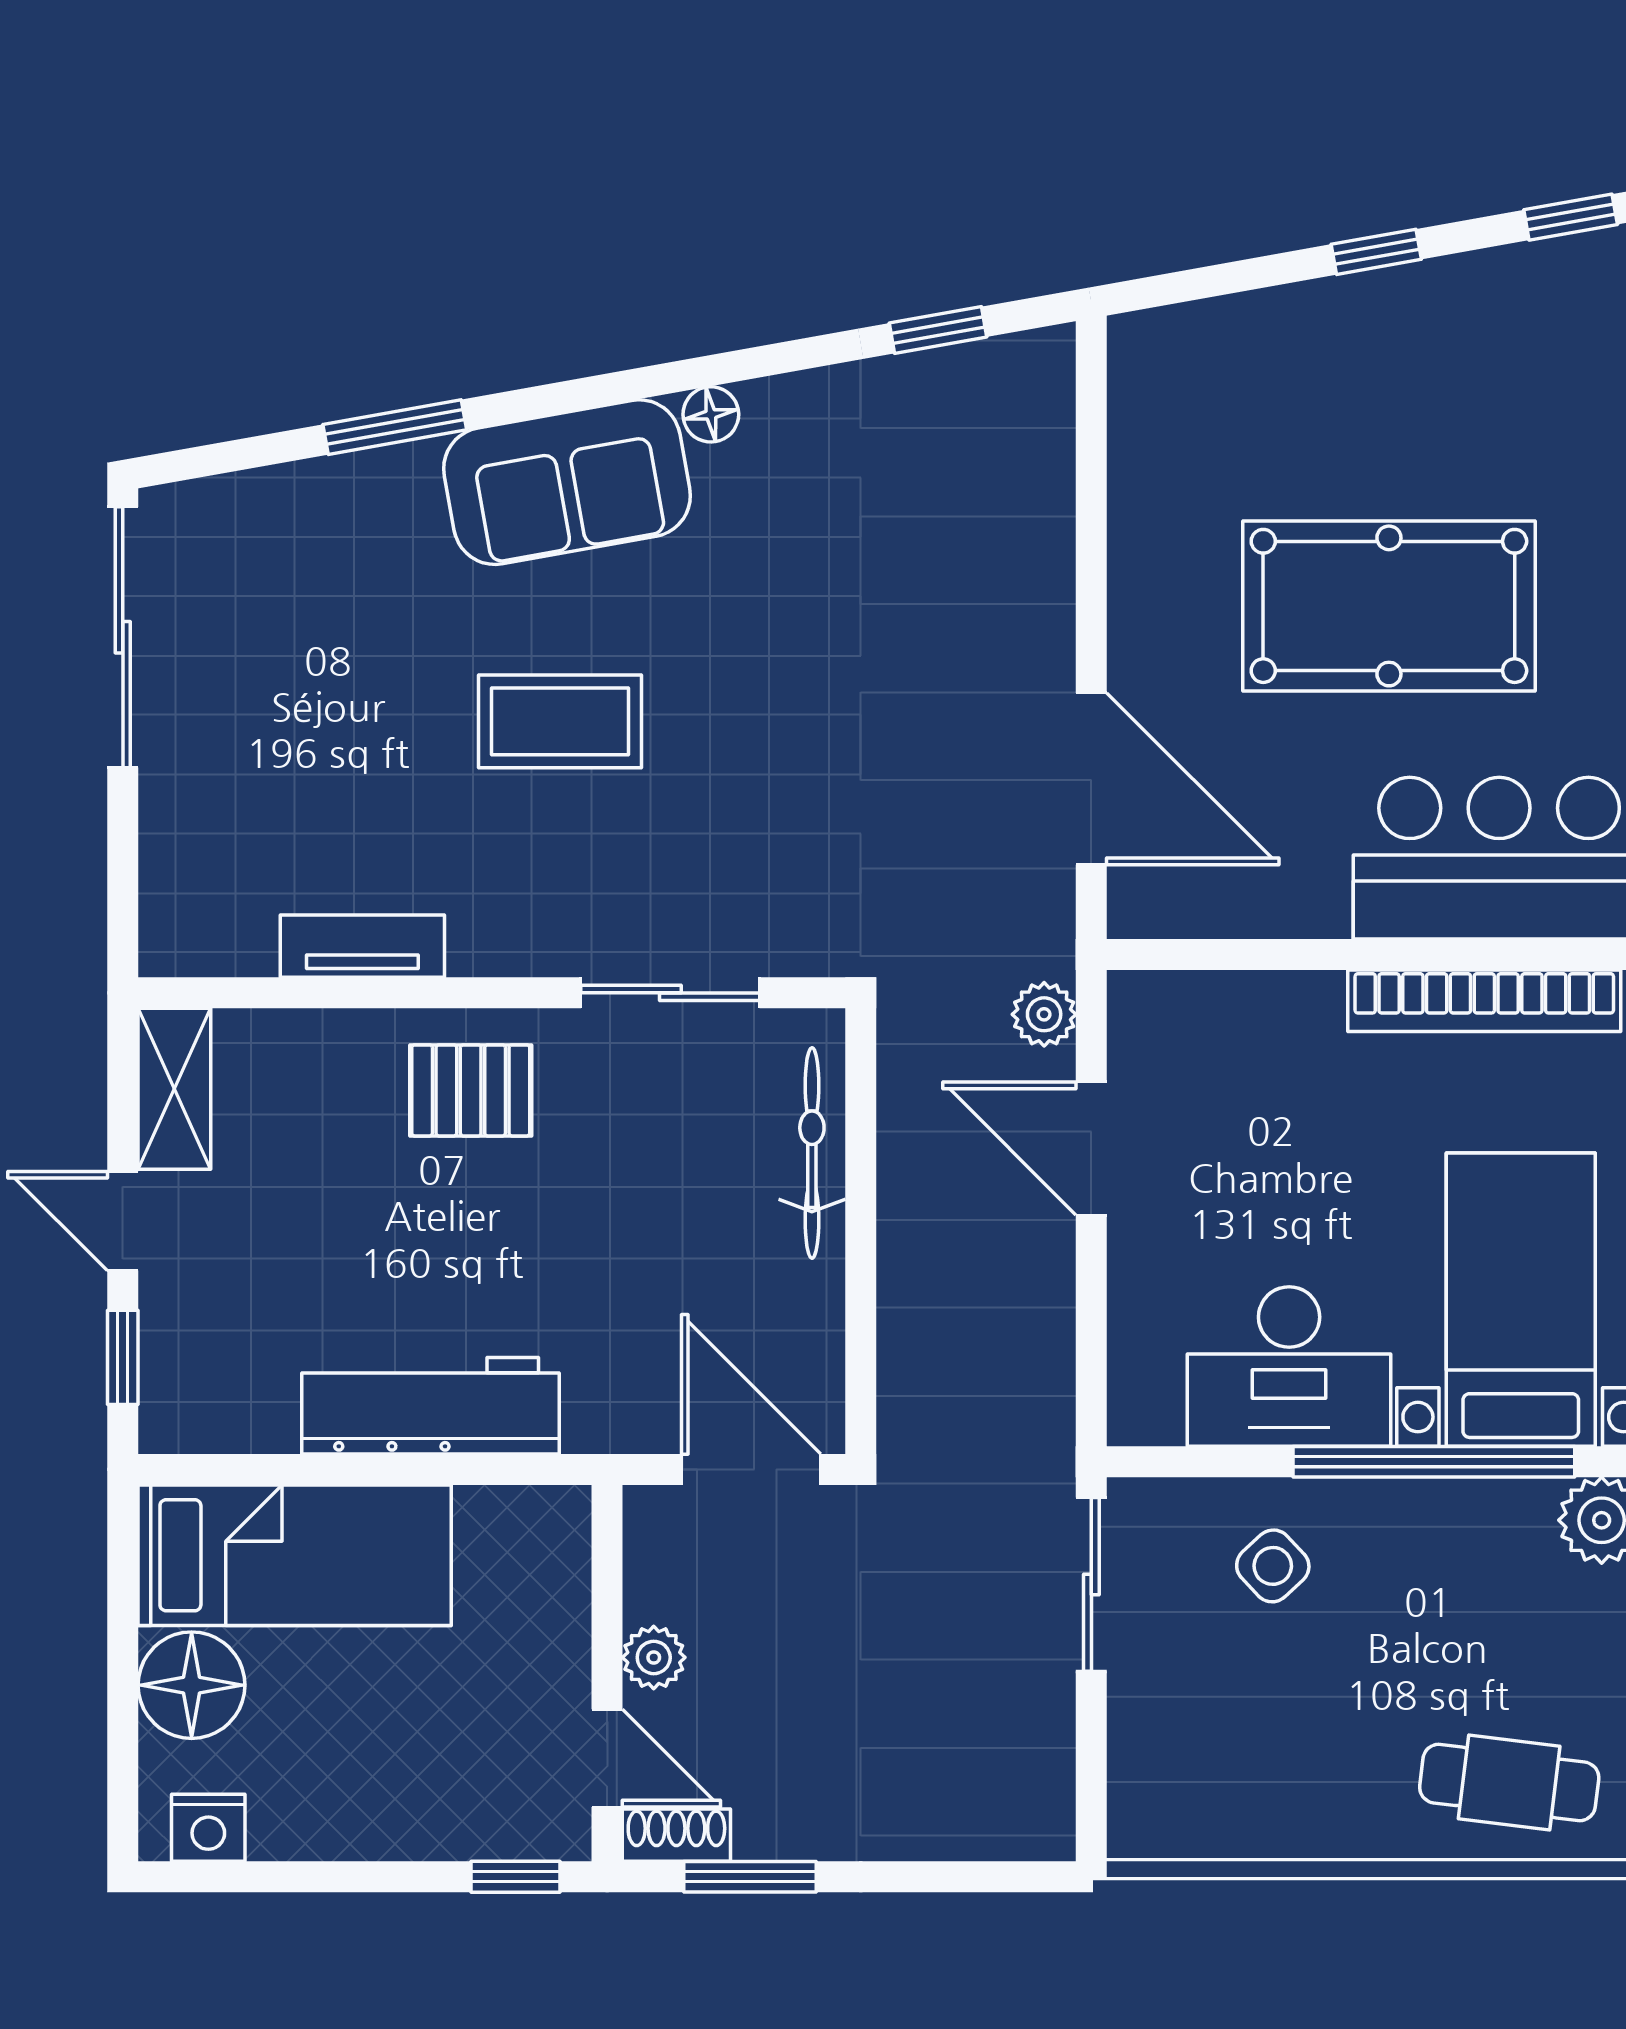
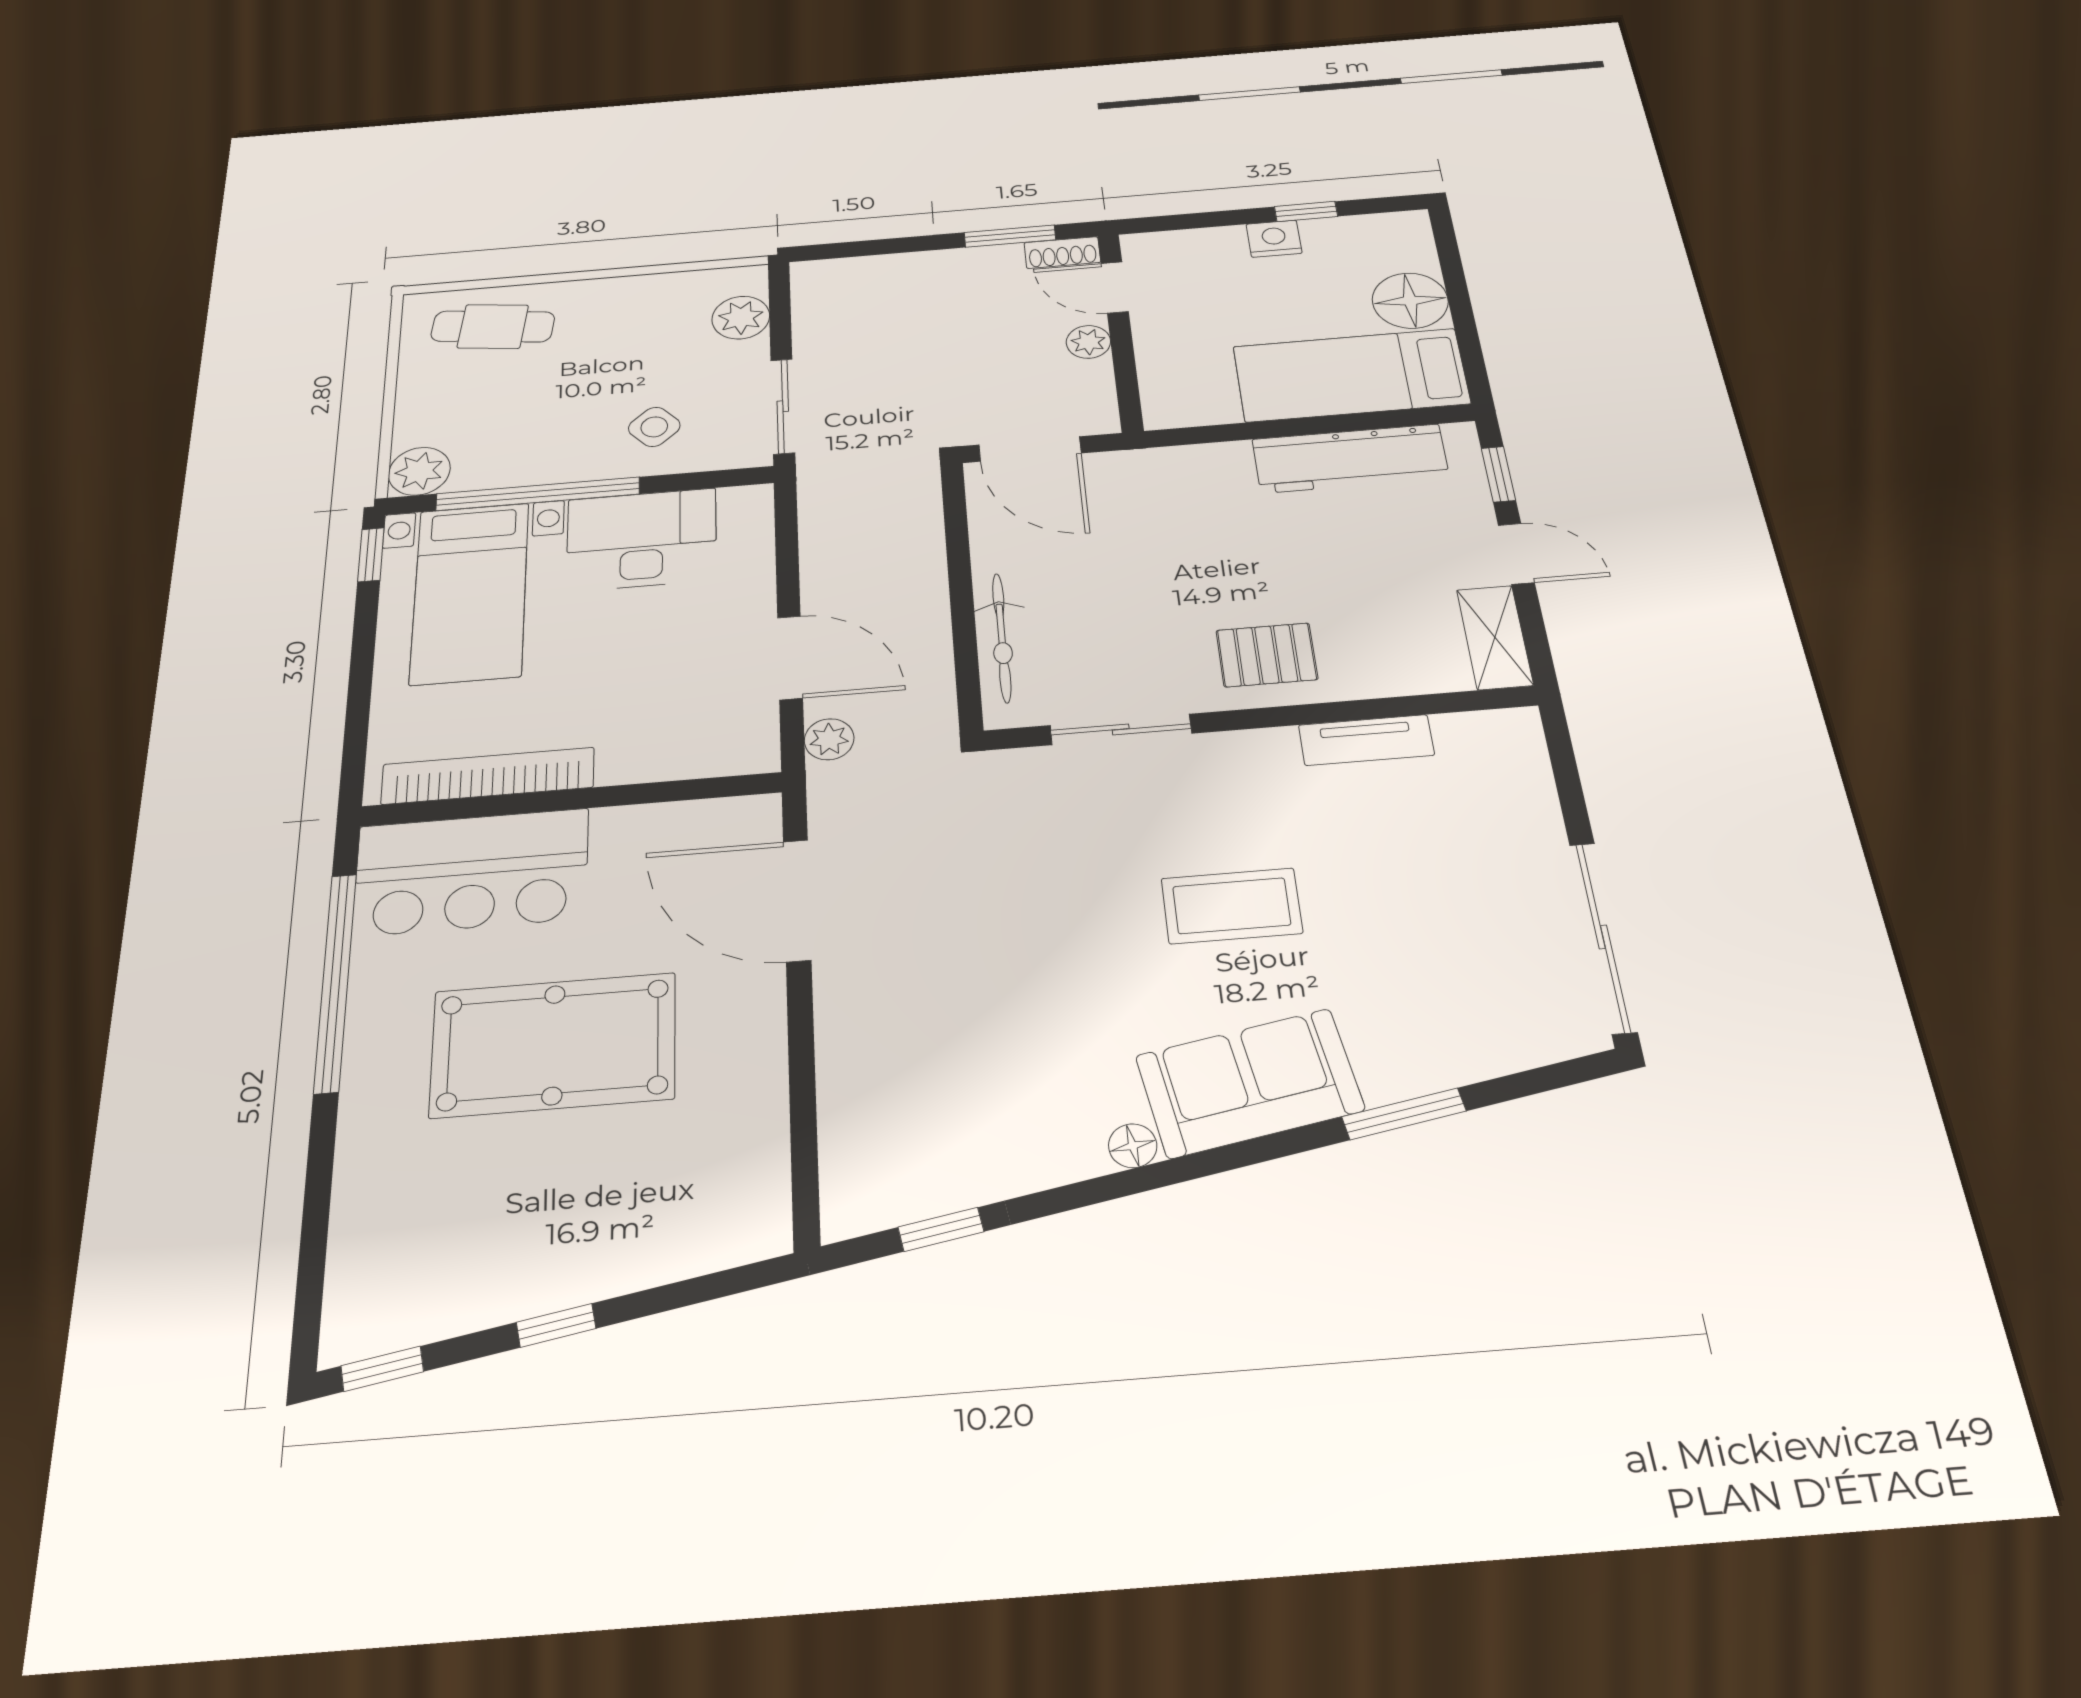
workbench: (430, 1406) -> (1350, 459), moved
plant: (1148, 1760) -> (741, 318), added
nightstand: (208, 1828) -> (1274, 239), moved
window: (516, 1877) -> (1306, 212), moved

